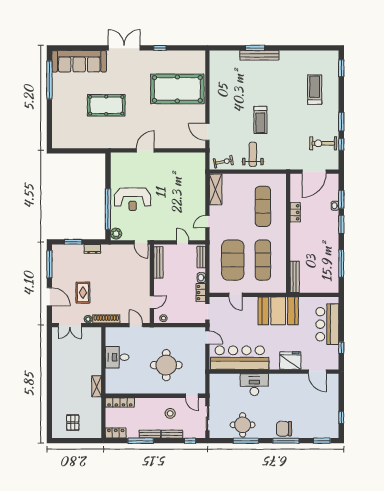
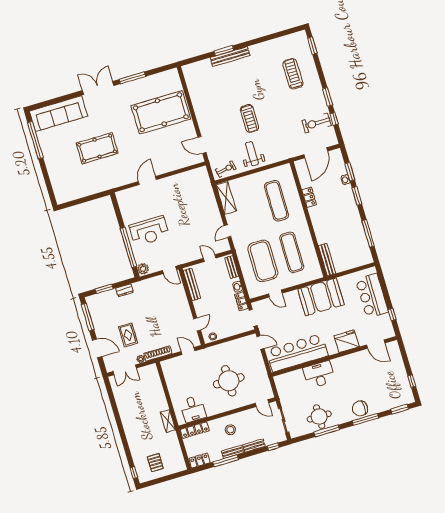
window: (160, 48) -> (132, 78), width x2.17
desk: (117, 357) -> (193, 409), moved, turned -90
stool: (170, 413) -> (230, 430), moved
window: (49, 426) -> (134, 473), added

